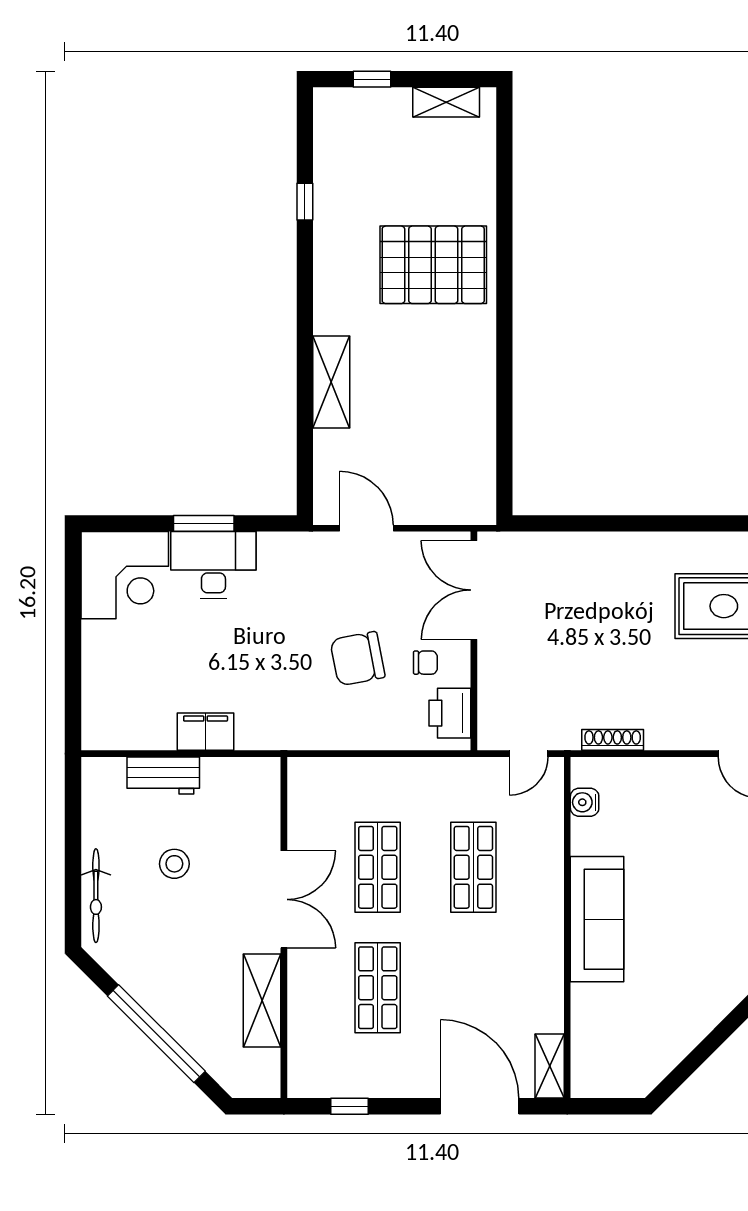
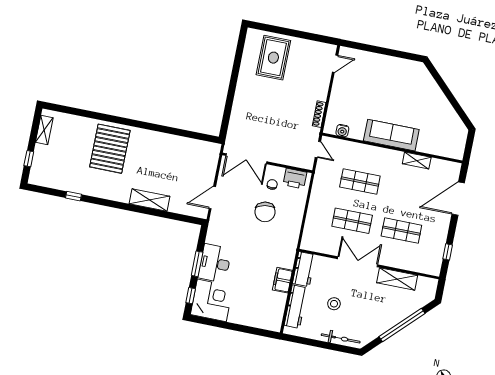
window: (126, 523) -> (191, 296), added
workbench: (163, 776) -> (296, 307), width x1.38
workbench: (241, 777) -> (304, 269), added
shelving: (550, 1066) -> (417, 160), moved

